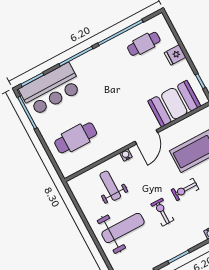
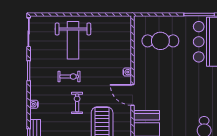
cafe table: (76, 138) -> (160, 41), turned 90
weight bench: (110, 186) -> (110, 48), removed

